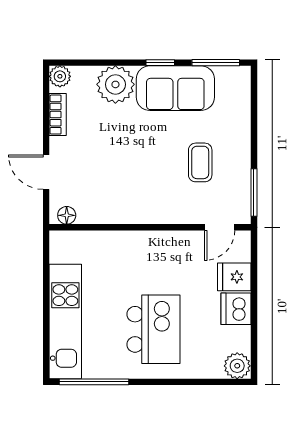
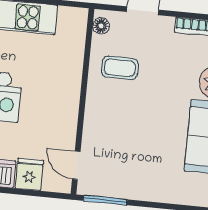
coffee table: (200, 162) -> (120, 68), moved

